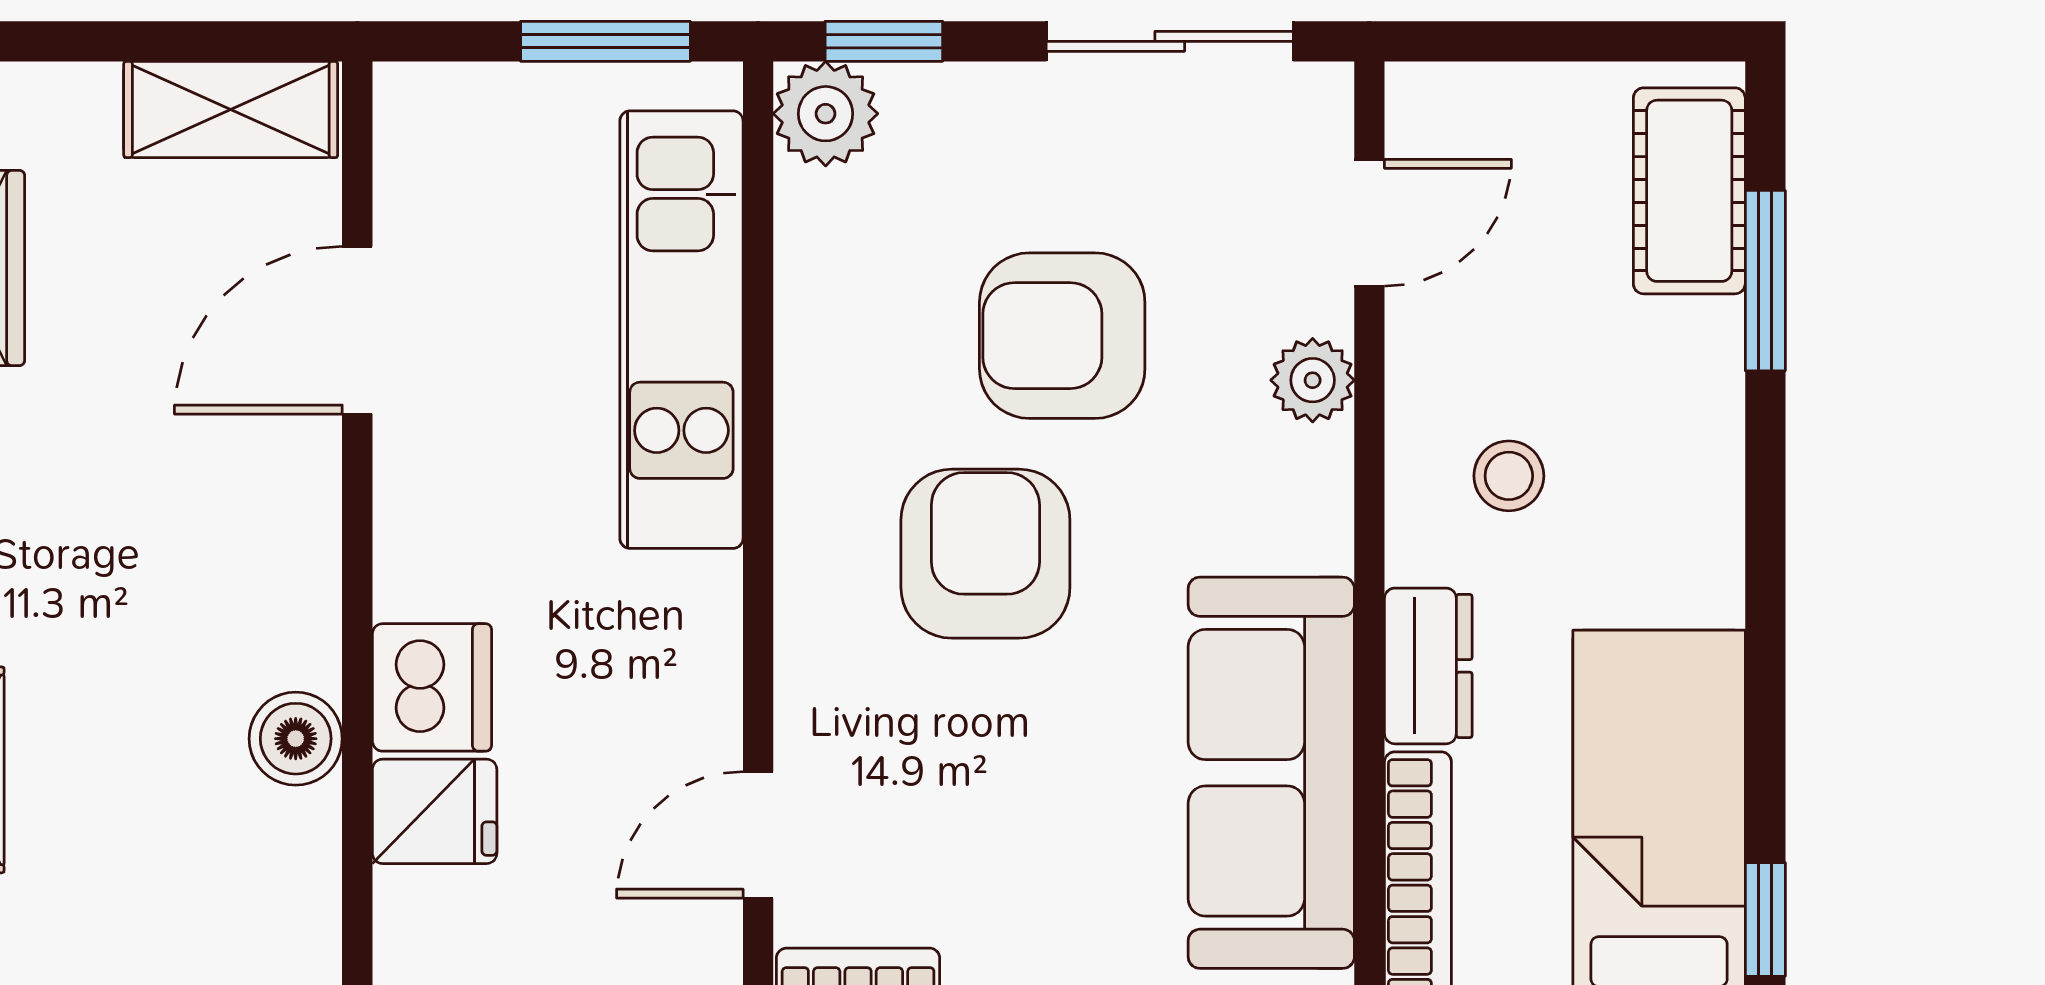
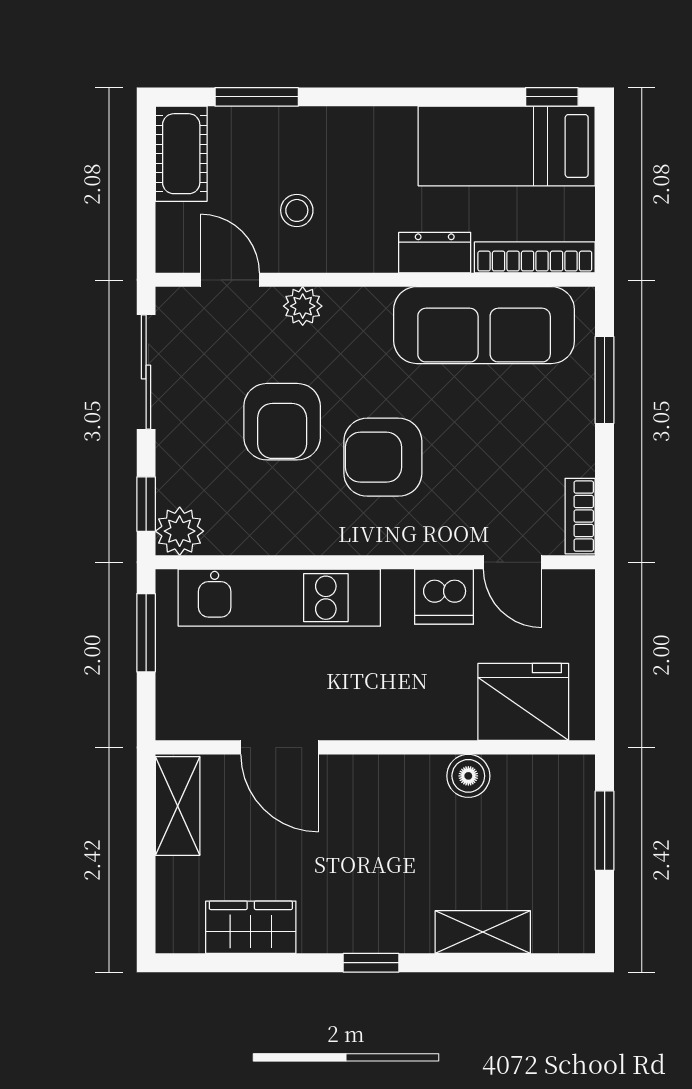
cot: (1689, 191) -> (181, 154), moved, turned 90
stool: (1509, 476) -> (297, 210), moved
dishwasher: (432, 687) -> (444, 597), moved, turned 180
fridge: (435, 811) -> (523, 702), width x1.88, depth x1.34

